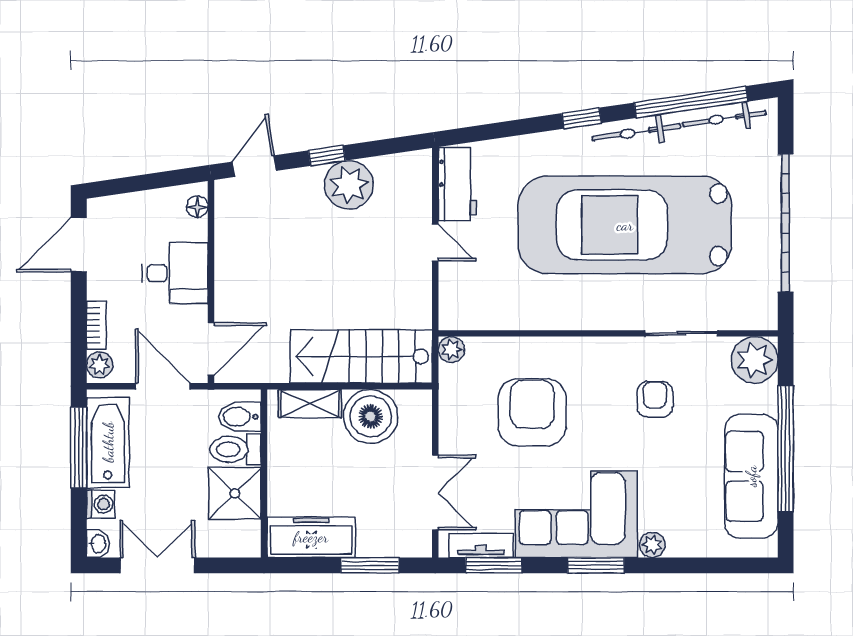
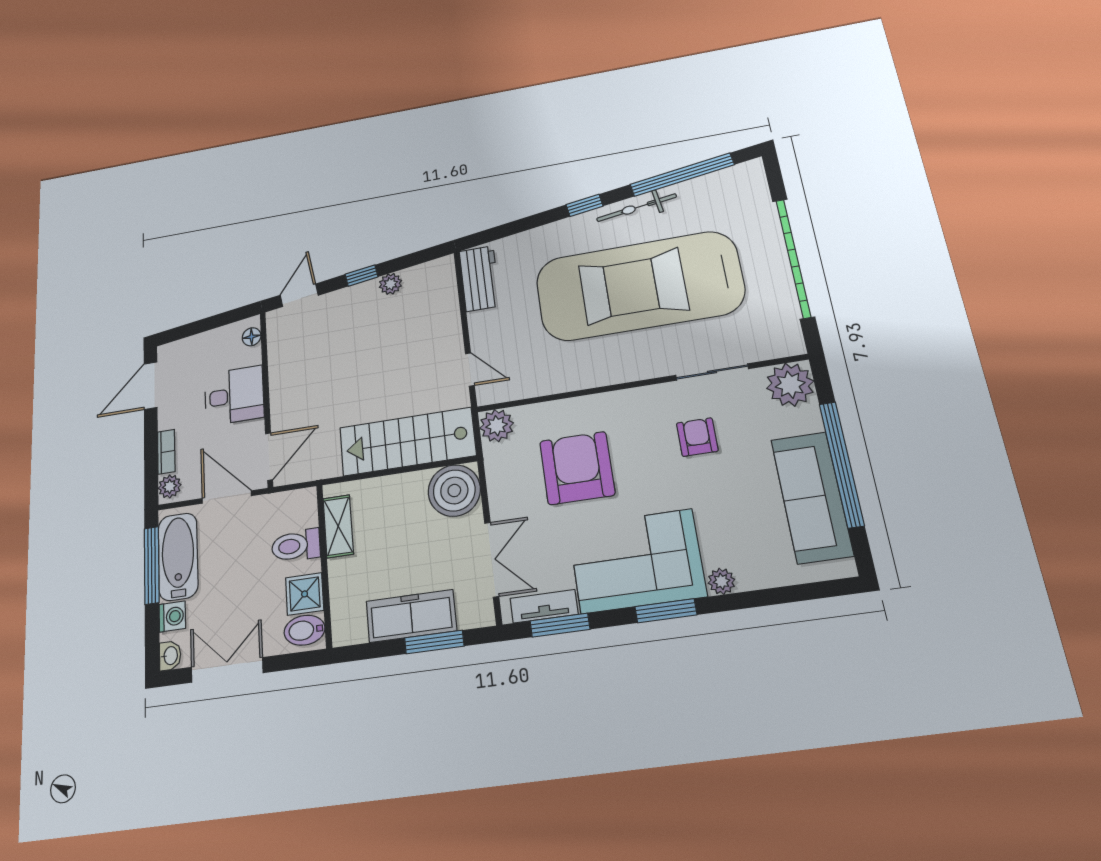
bicycle: (724, 119) -> (716, 182), removed
plant: (349, 185) -> (390, 284), width x0.53, depth x0.53
door: (435, 242) -> (470, 370), moved
plant: (451, 350) -> (497, 426), width x1.38, depth x1.38
shelving: (310, 404) -> (338, 526), moved, turned 90
boiler: (371, 416) -> (454, 491), moved
bidet: (240, 417) -> (305, 630), moved
shower: (235, 493) -> (305, 594), width x0.73, depth x0.73
freezer: (311, 537) -> (411, 616), moved

